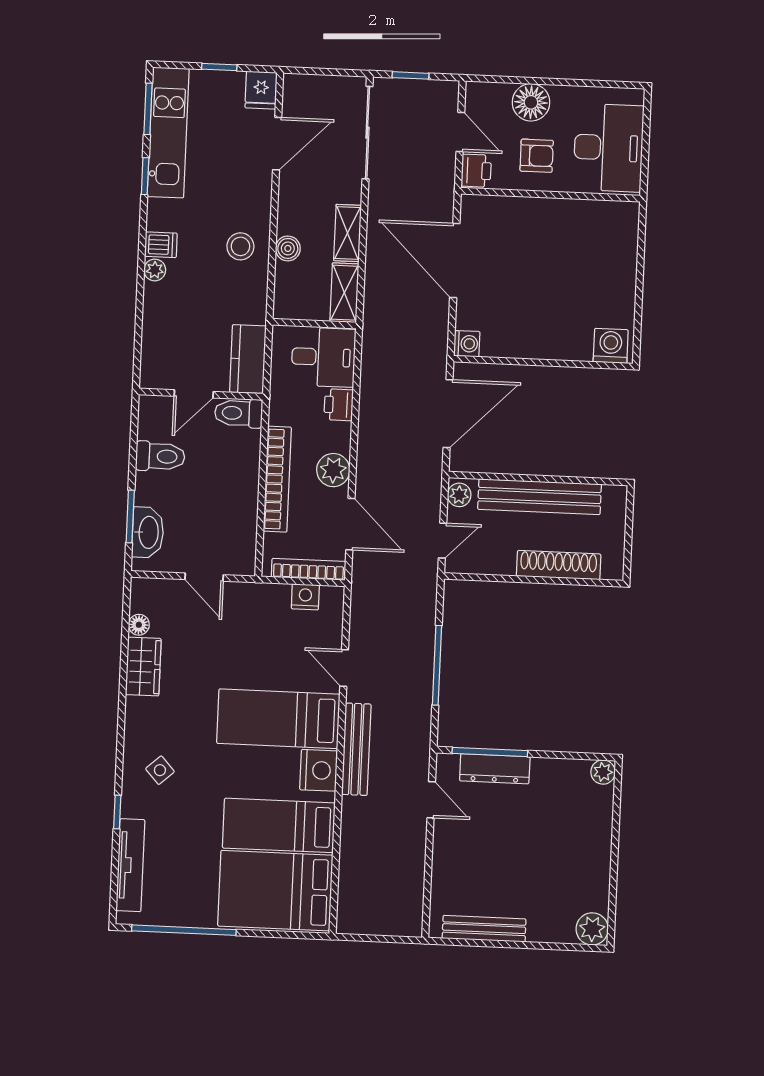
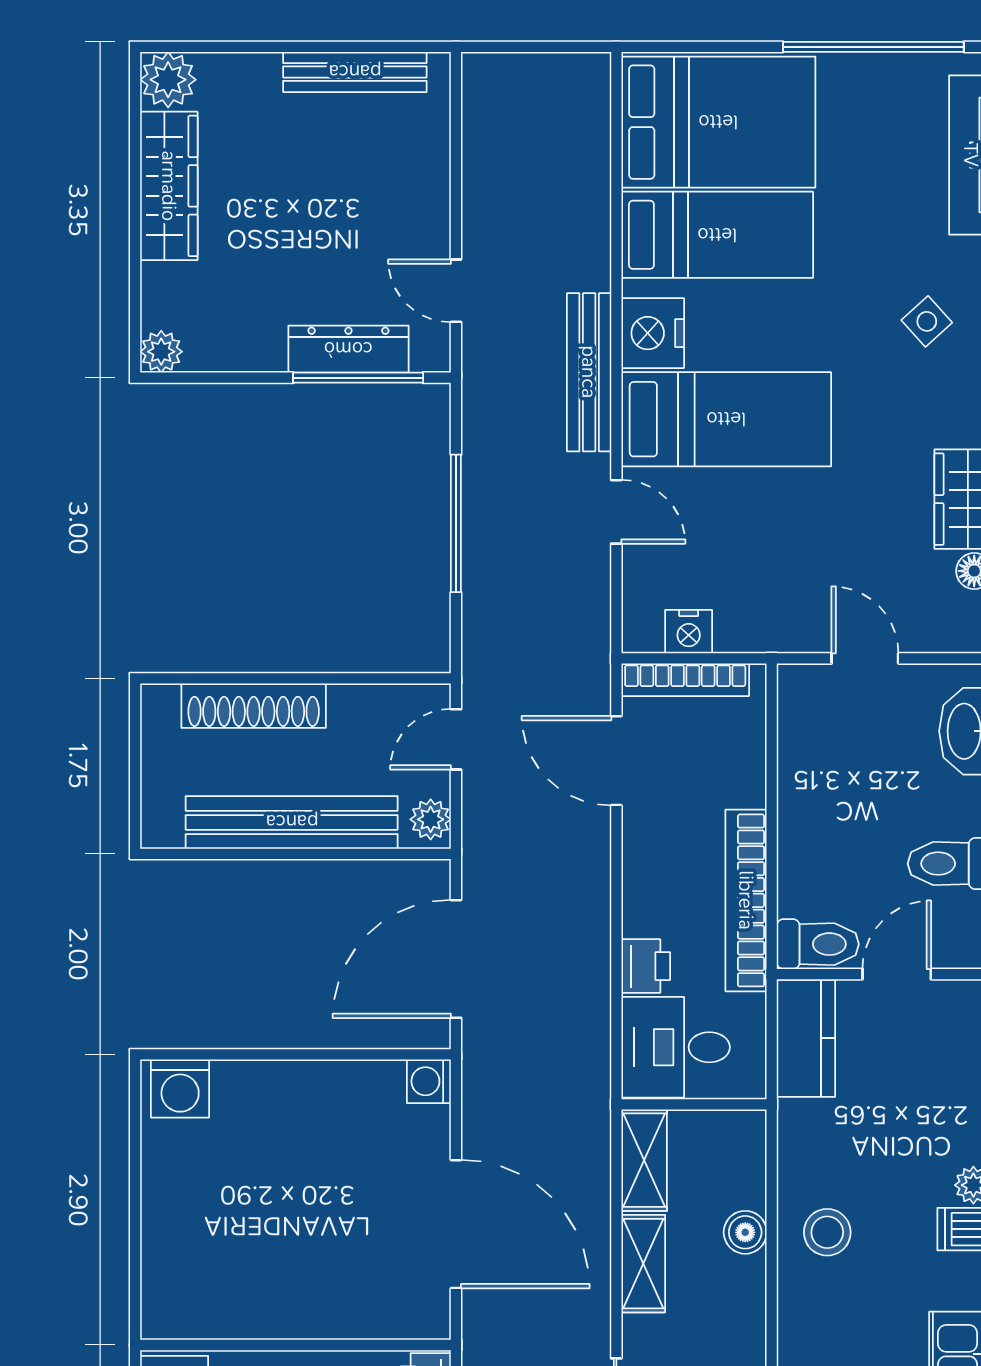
plant: (333, 470) -> (650, 853), removed
bookcase: (277, 479) -> (746, 900), moved
wardrobe: (594, 868) -> (169, 186), added

